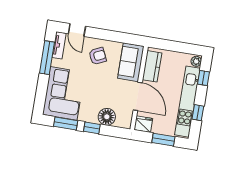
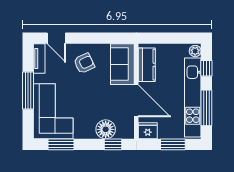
window: (47, 58) -> (28, 90), moved
window: (198, 113) -> (206, 108), width x2.17
window: (92, 128) -> (113, 144), moved

